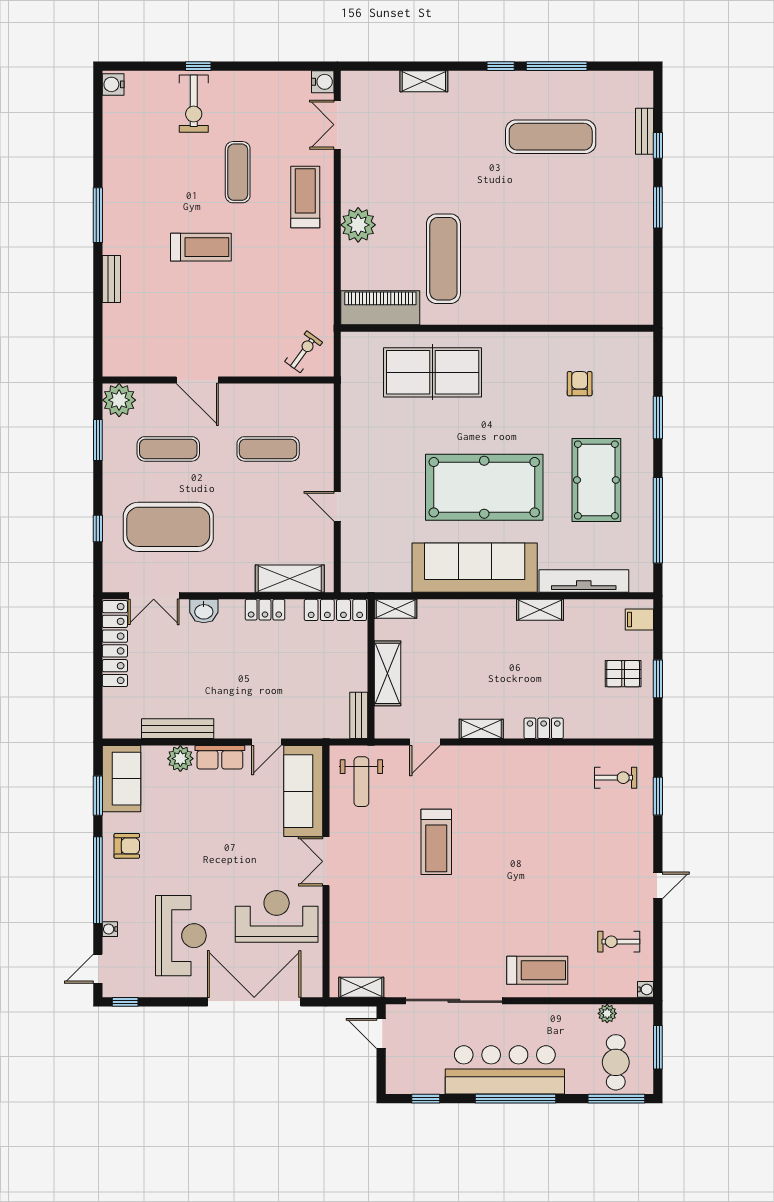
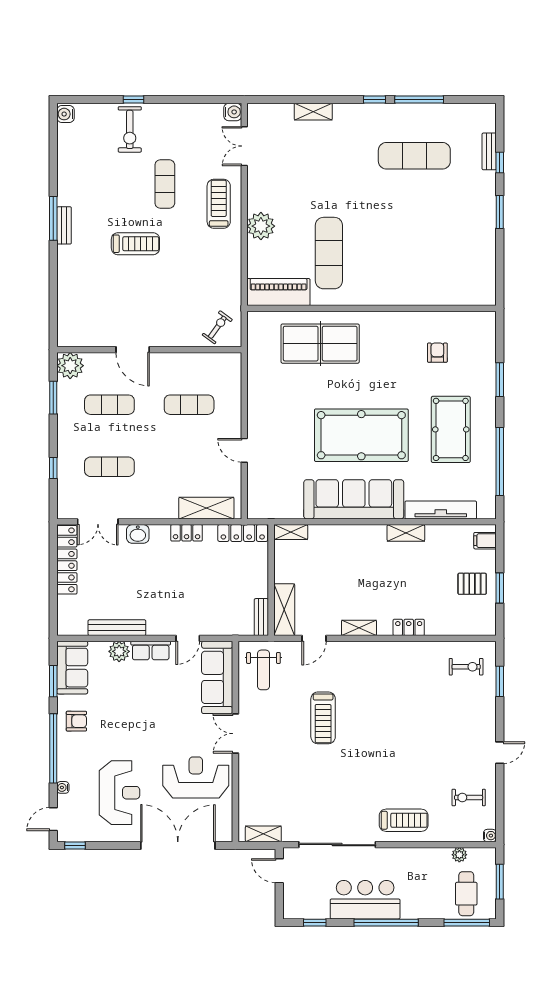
bench: (111, 279) -> (64, 225), moved
exercise mat: (168, 527) -> (109, 467), width x0.50, depth x0.69
shelving: (388, 673) -> (284, 610), moved
bar counter: (505, 1070) -> (365, 900), width x0.73

